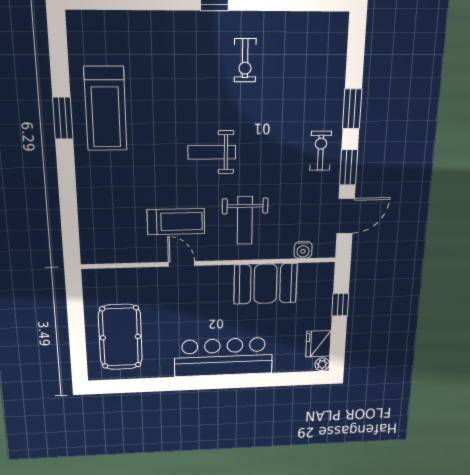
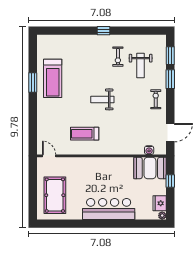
window: (349, 167) -> (170, 56), moved
weight bench: (245, 220) -> (141, 66), moved
treadmill: (176, 222) -> (85, 134), turned 180
door: (181, 264) -> (49, 156), moved
booth: (265, 284) -> (150, 168), moved

